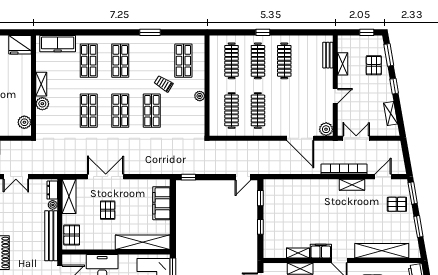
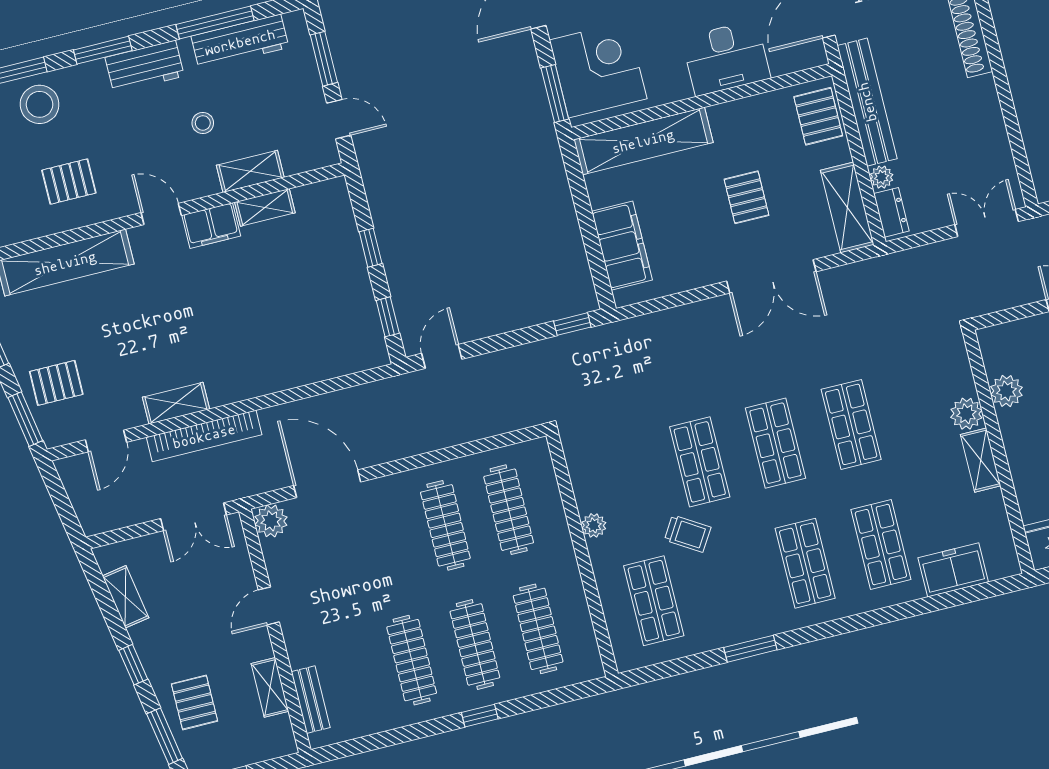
freezer: (58, 44) -> (953, 570), width x0.71
plant: (24, 122) -> (1006, 391), moved

